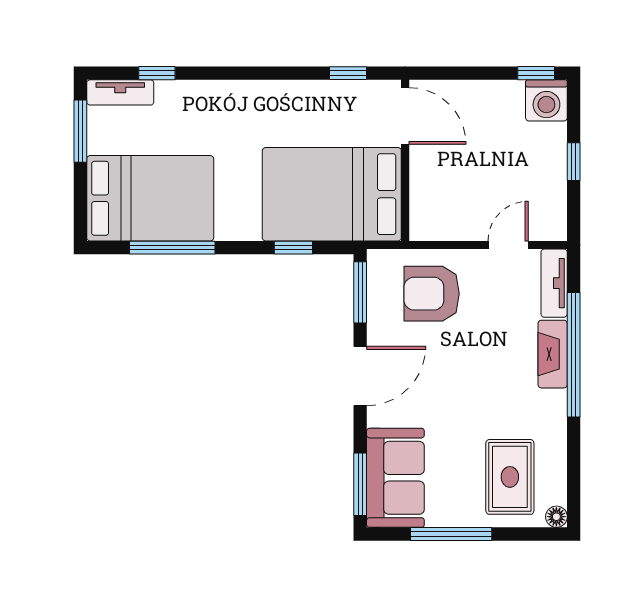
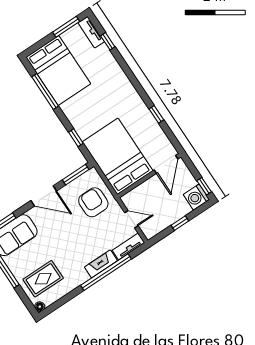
door: (405, 116) -> (166, 164), moved
wall: (405, 160) -> (149, 176), moved
bed: (332, 194) -> (118, 156), moved

